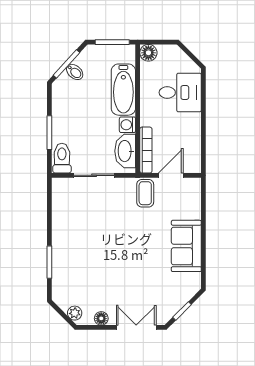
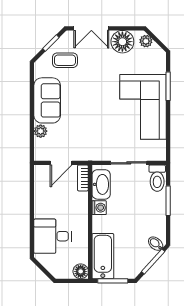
bidet: (75, 72) -> (156, 244), moved
bathtub: (123, 90) -> (103, 256), moved
bookcase: (146, 150) -> (83, 178), width x0.64
coffee table: (145, 193) -> (65, 60), moved, turned 90
plant: (194, 211) -> (41, 131), added
corner sofa: (78, 239) -> (143, 107), added
floor lamp: (101, 318) -> (122, 42), width x1.89, depth x1.89

